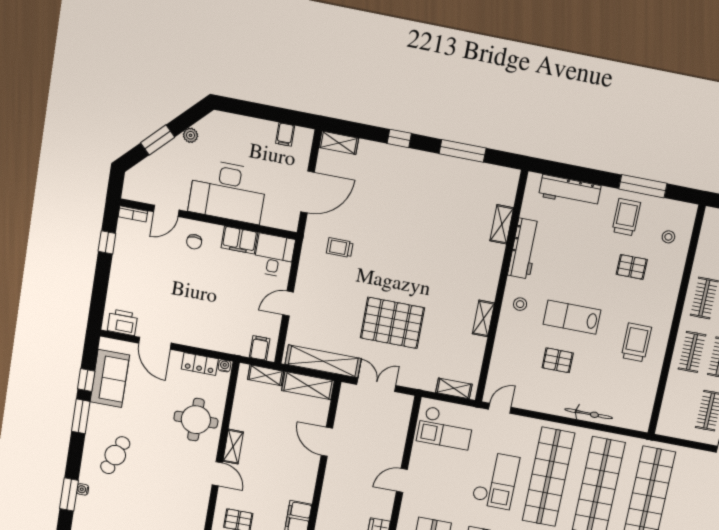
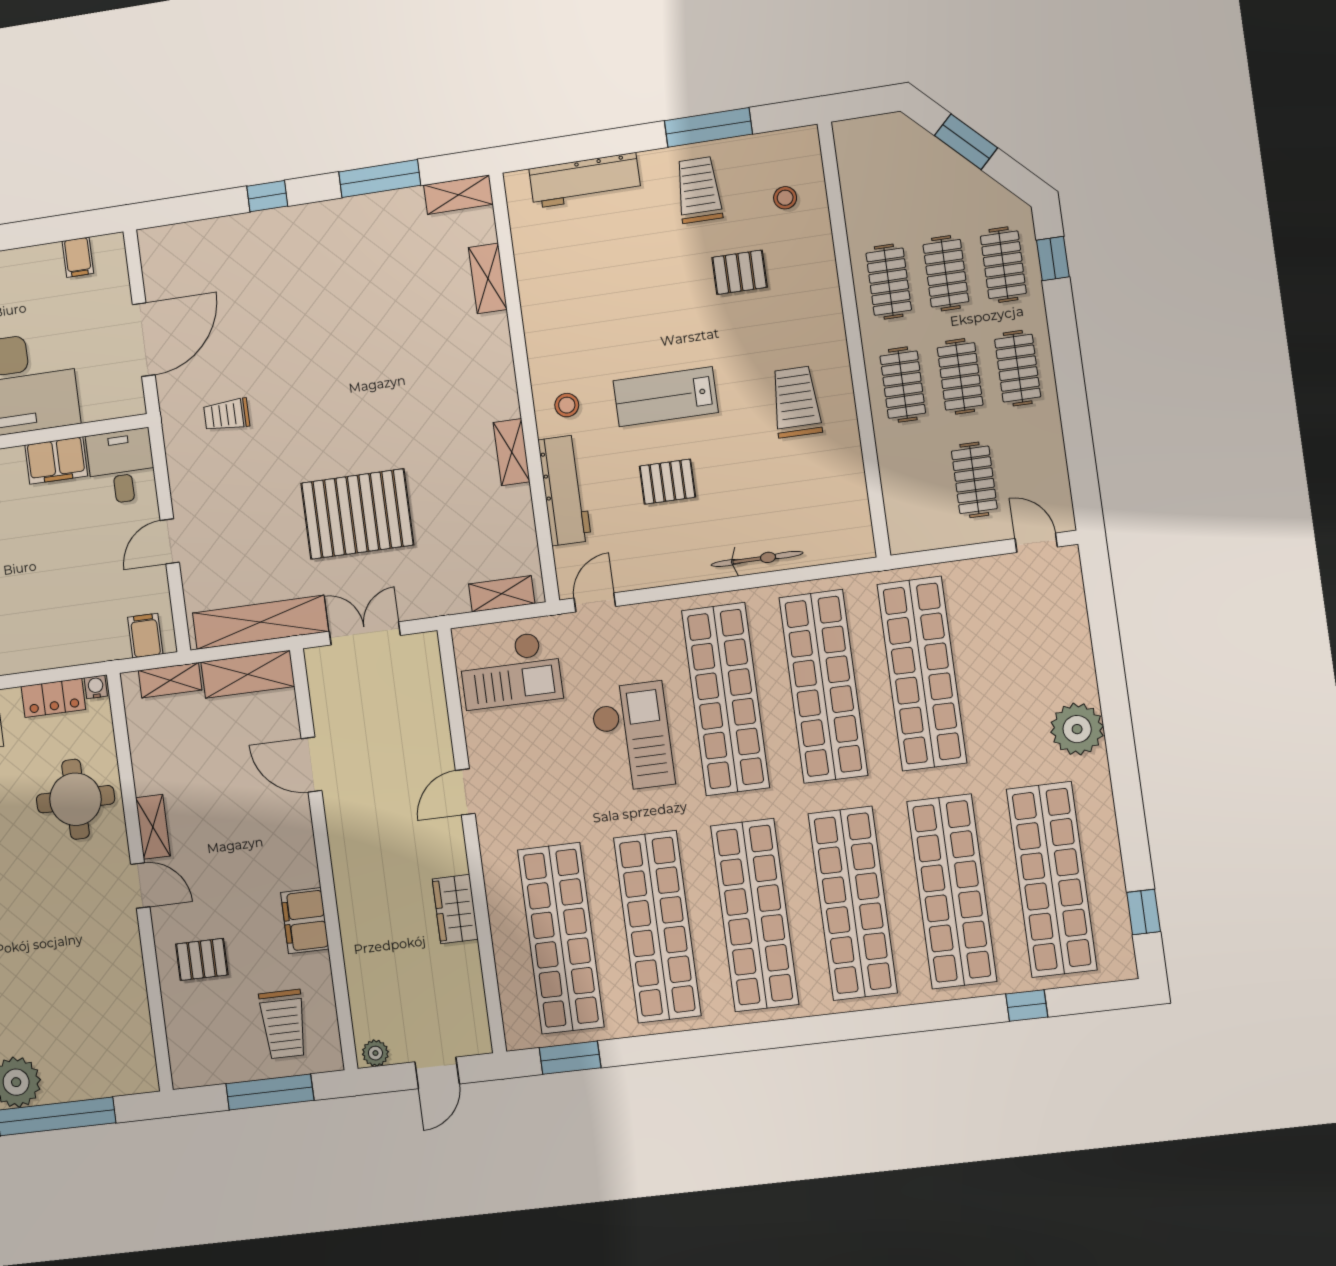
shelving: (339, 143) -> (458, 195), moved
workbench: (524, 249) -> (565, 490), moved

